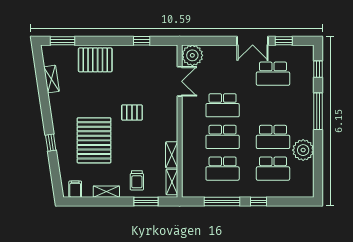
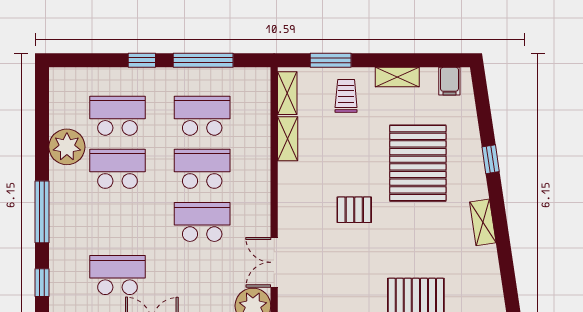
shelving: (51, 79) -> (483, 222), moved

